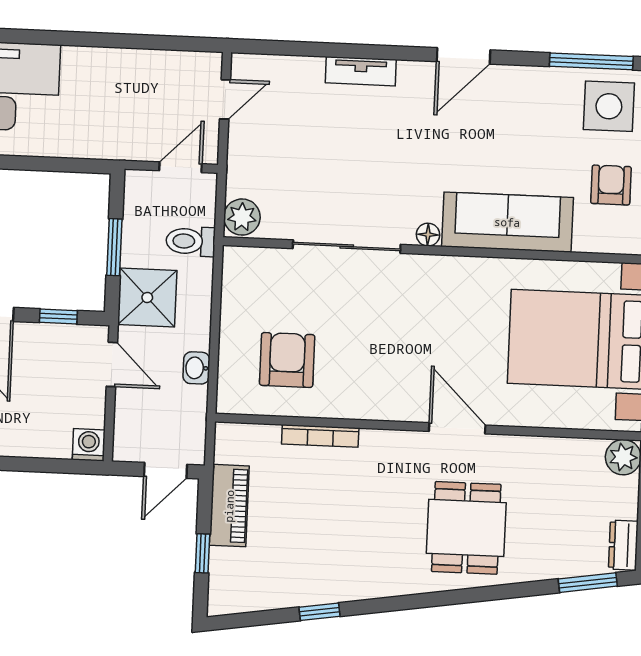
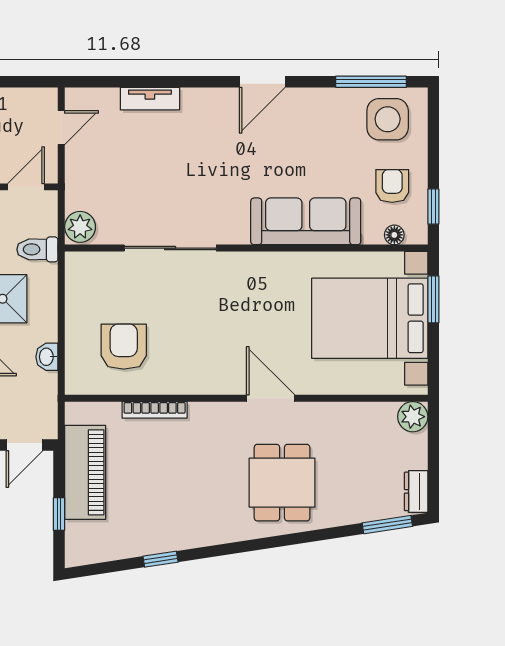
tv unit: (361, 71) -> (150, 99), moved
floor lamp: (428, 235) -> (394, 235), moved
piano: (229, 506) -> (85, 472), width x1.37, depth x1.33

